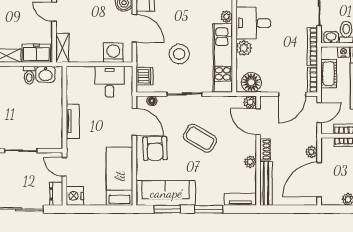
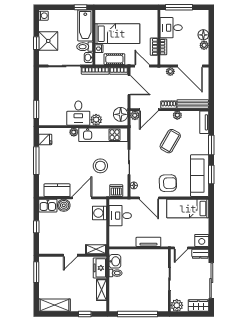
door: (134, 122) -> (149, 198), swing flipped
coffee table: (200, 138) -> (170, 141), moved

